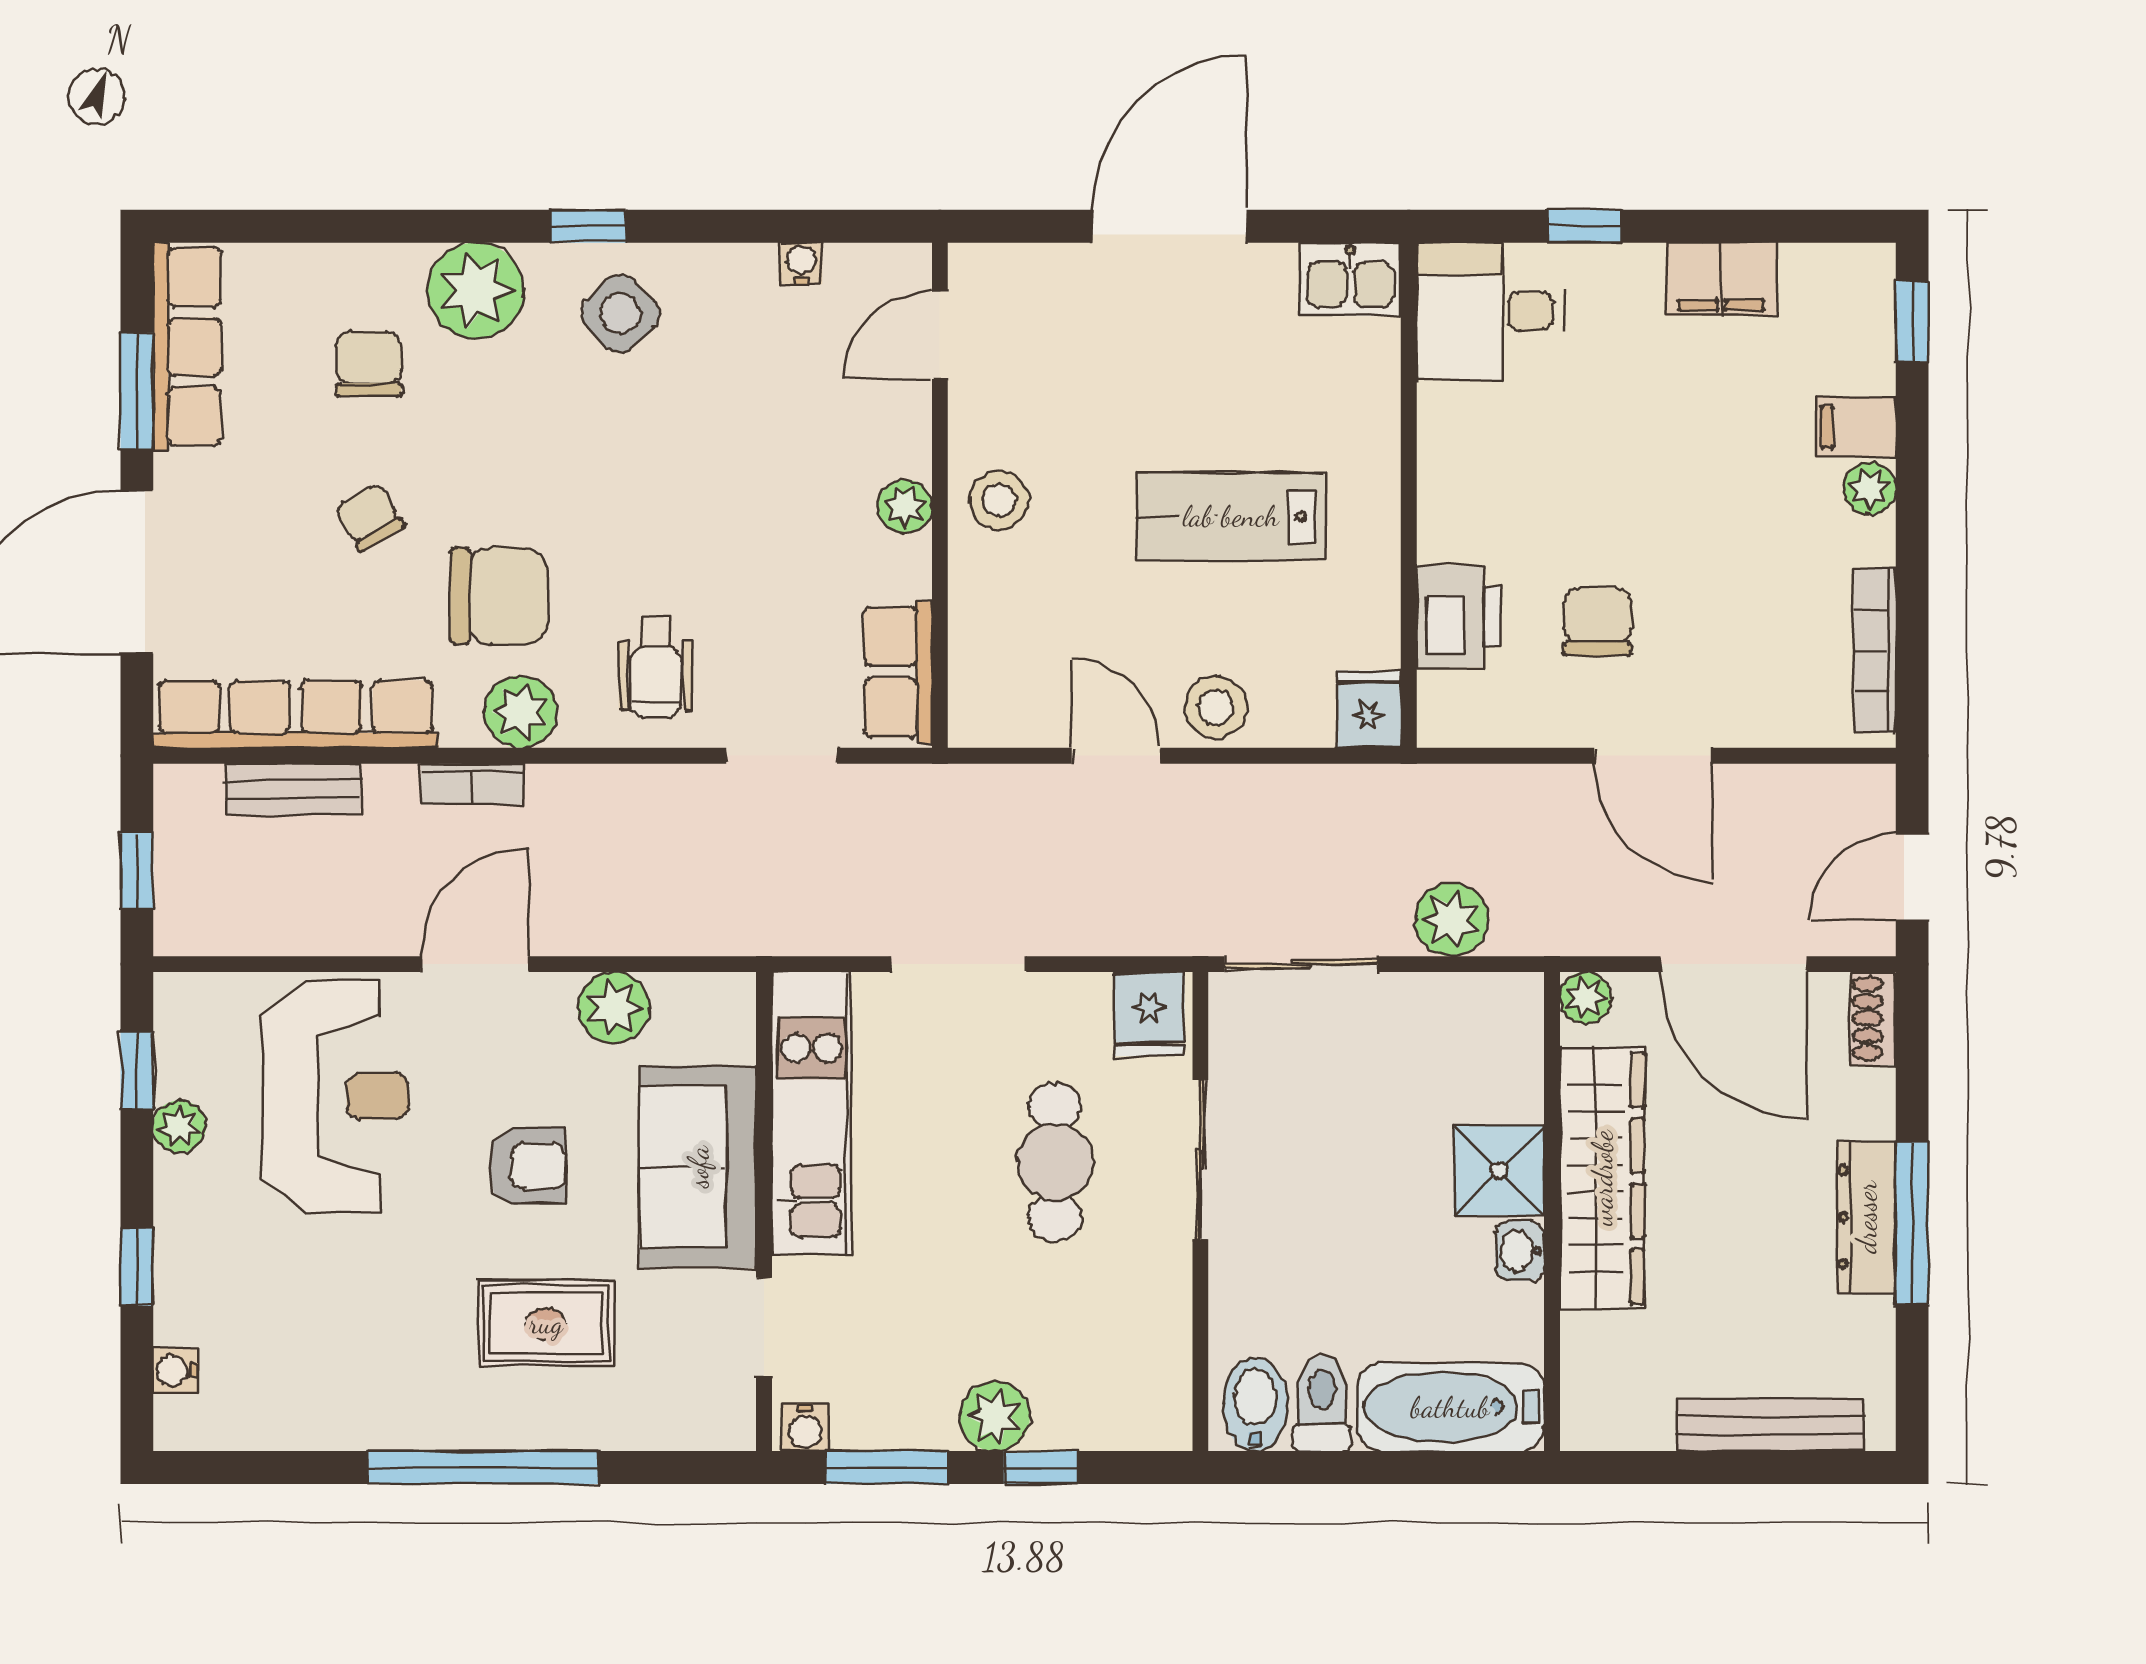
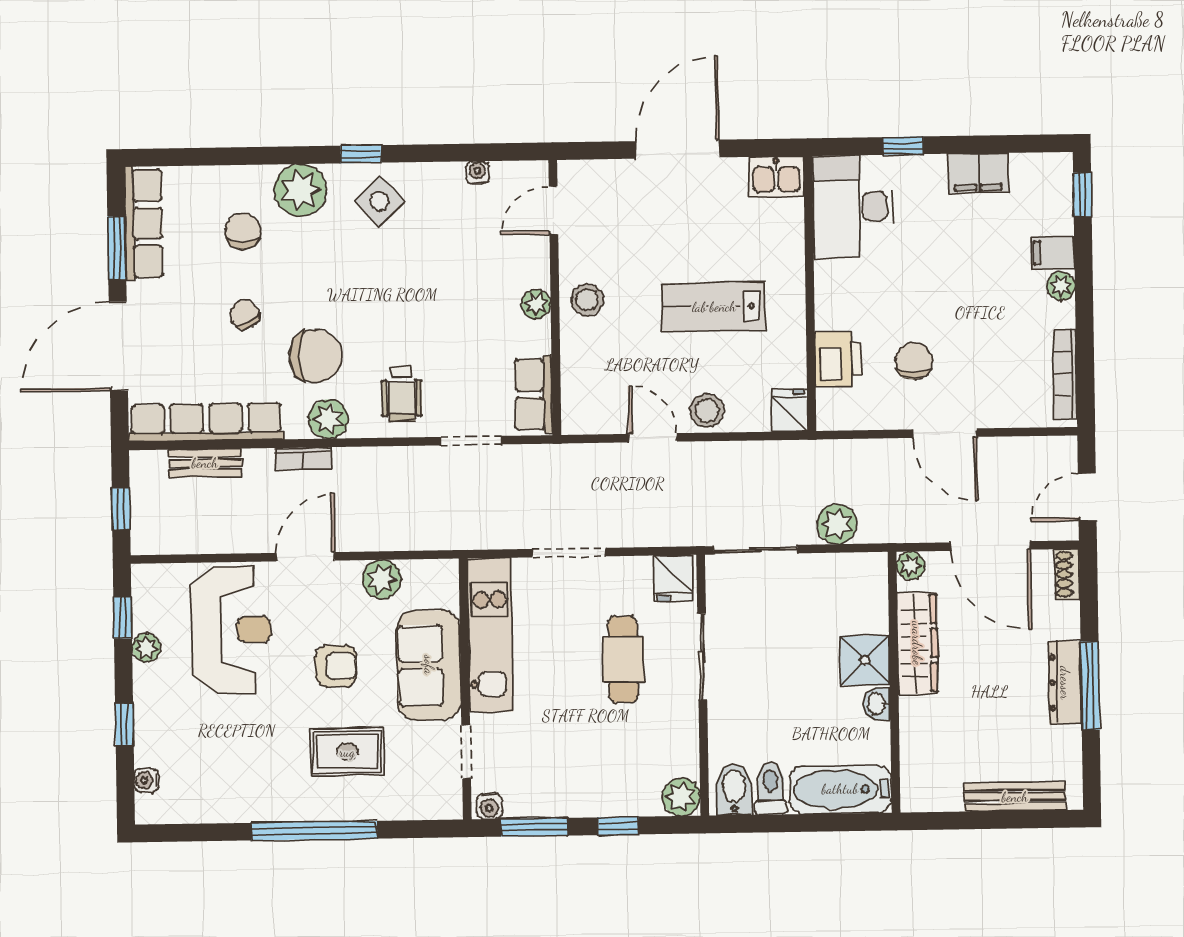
desk: (1491, 311) -> (853, 207), width x1.37
wardrobe: (1602, 1178) -> (917, 643), width x0.71, depth x0.85
plant: (995, 1416) -> (681, 797), moved

